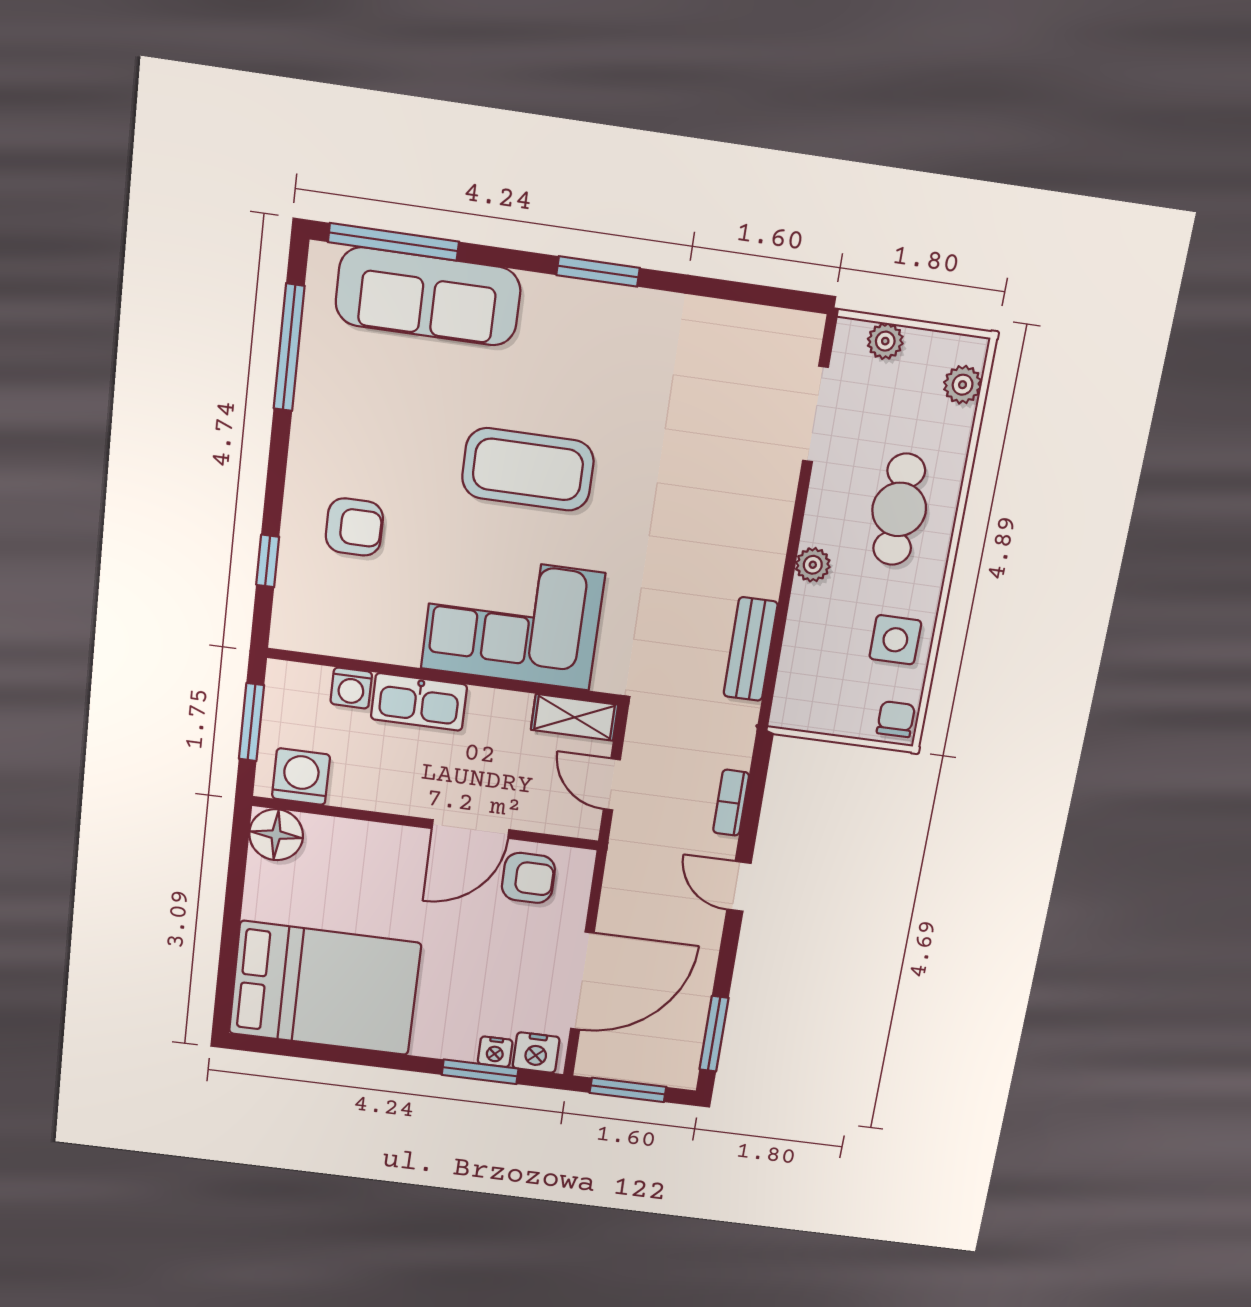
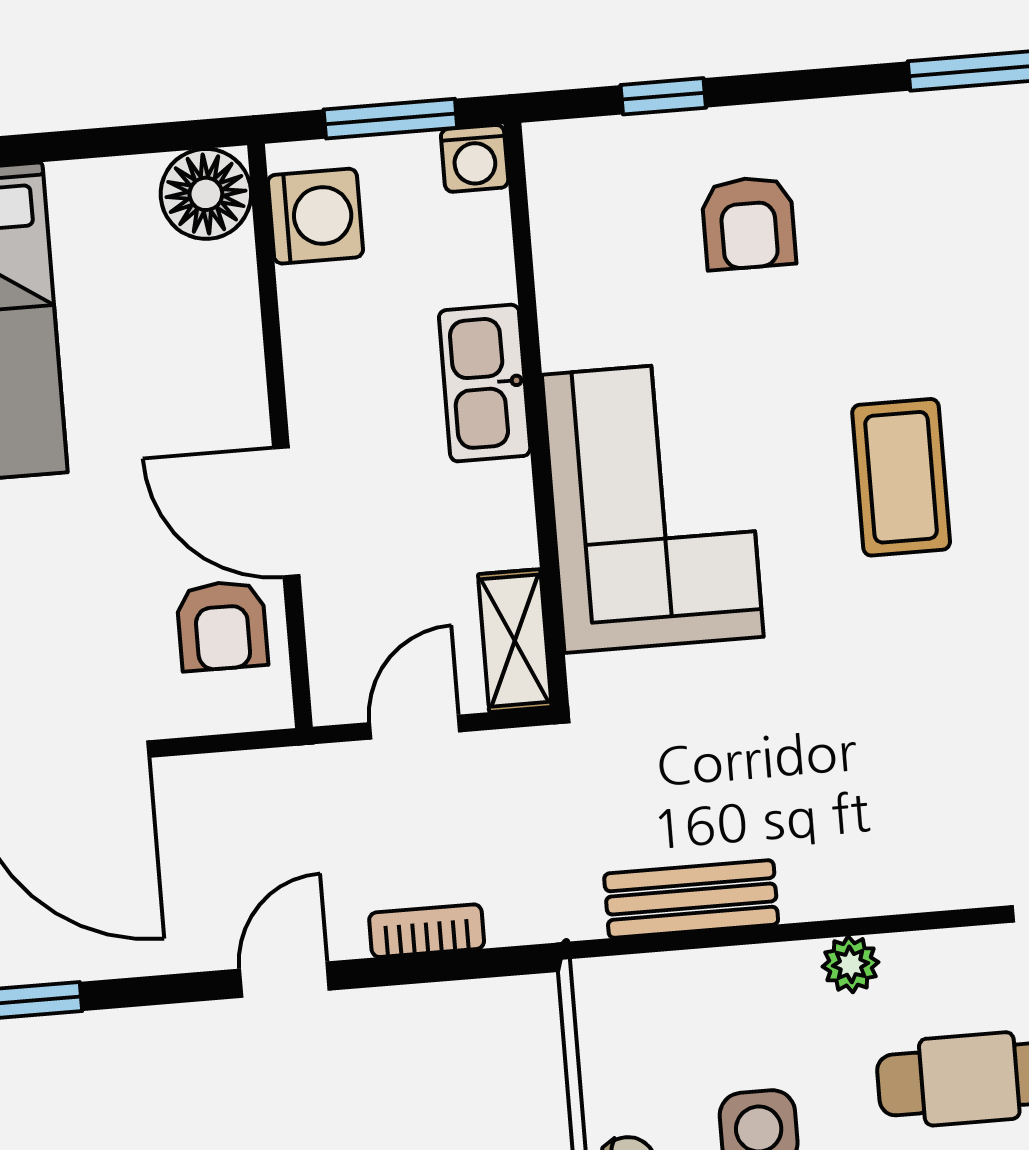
coffee table: (528, 469) -> (901, 477), width x0.73, depth x0.76
washing machine: (351, 688) -> (475, 158), moved, turned -90

